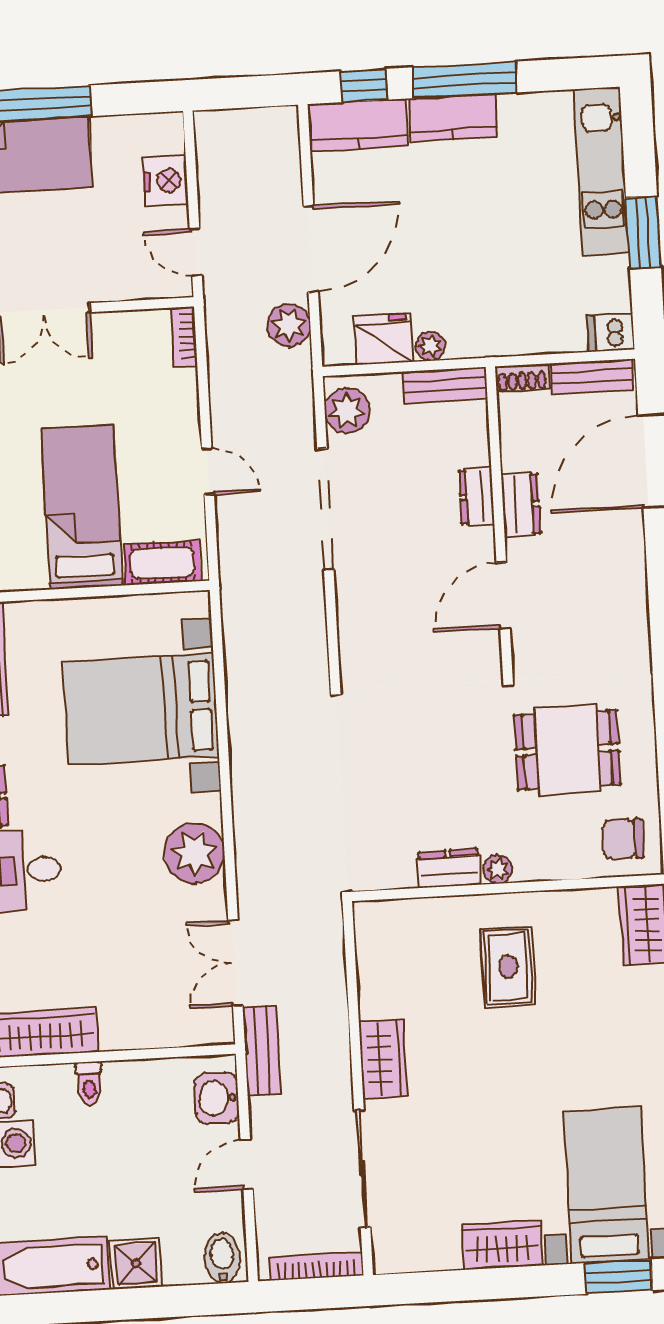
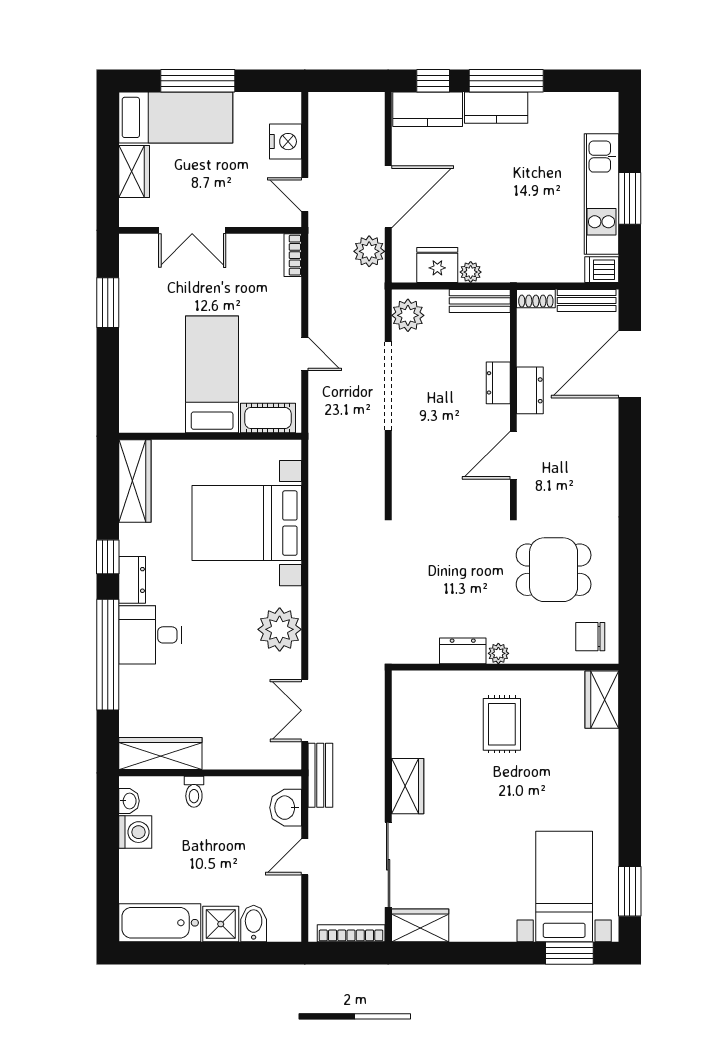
kitchen unit: (601, 171) -> (601, 194), moved
wardrobe: (502, 1245) -> (420, 925), moved
bidet: (222, 1258) -> (254, 924), moved

